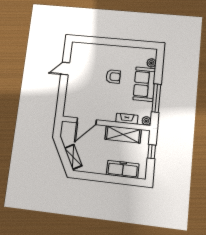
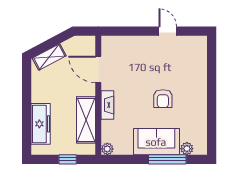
window: (156, 98) -> (167, 159), moved
fireplace: (127, 119) -> (107, 105), moved

